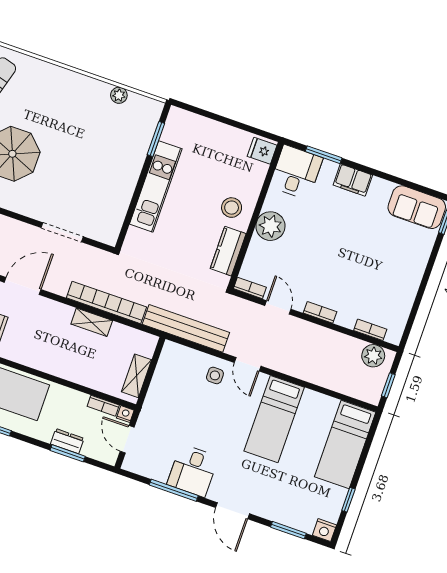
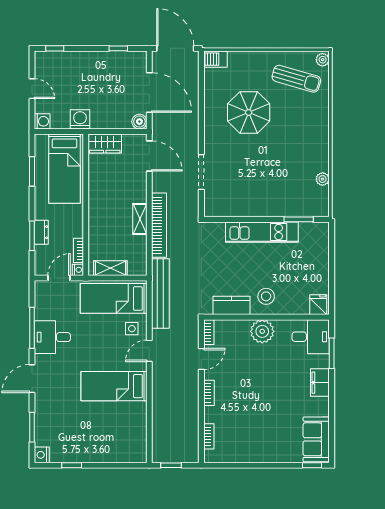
plant: (373, 356) -> (190, 446), removed
bed: (345, 444) -> (114, 298), moved

